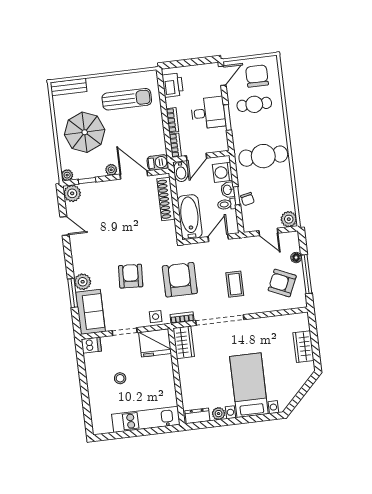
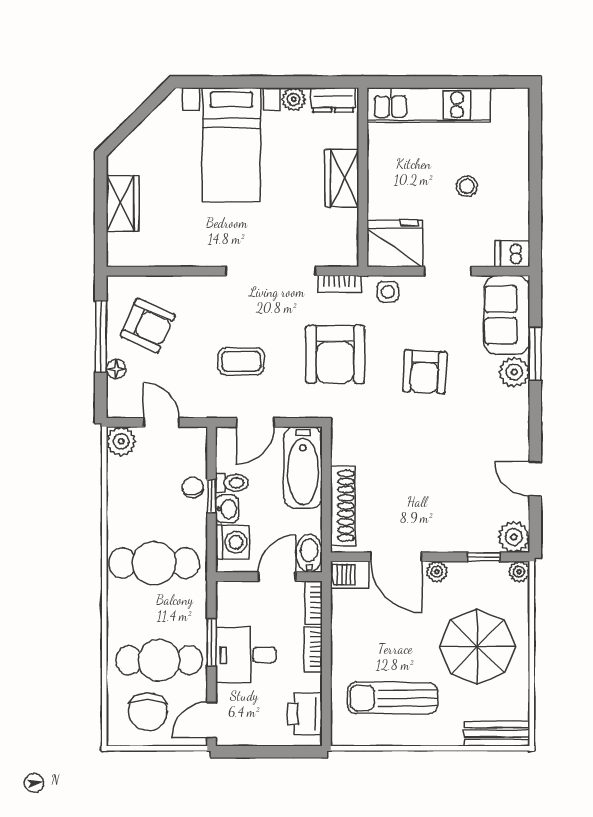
cafe table: (254, 104) -> (159, 660), width x1.37, depth x1.35
coffee table: (235, 284) -> (241, 361), moved, turned 90
wardrobe: (184, 342) -> (342, 178), moved

